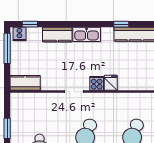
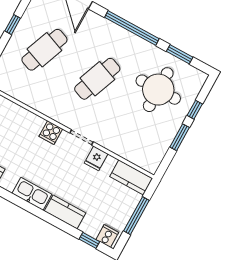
window: (7, 48) -> (136, 216), moved
fridge: (111, 83) -> (96, 158), moved

